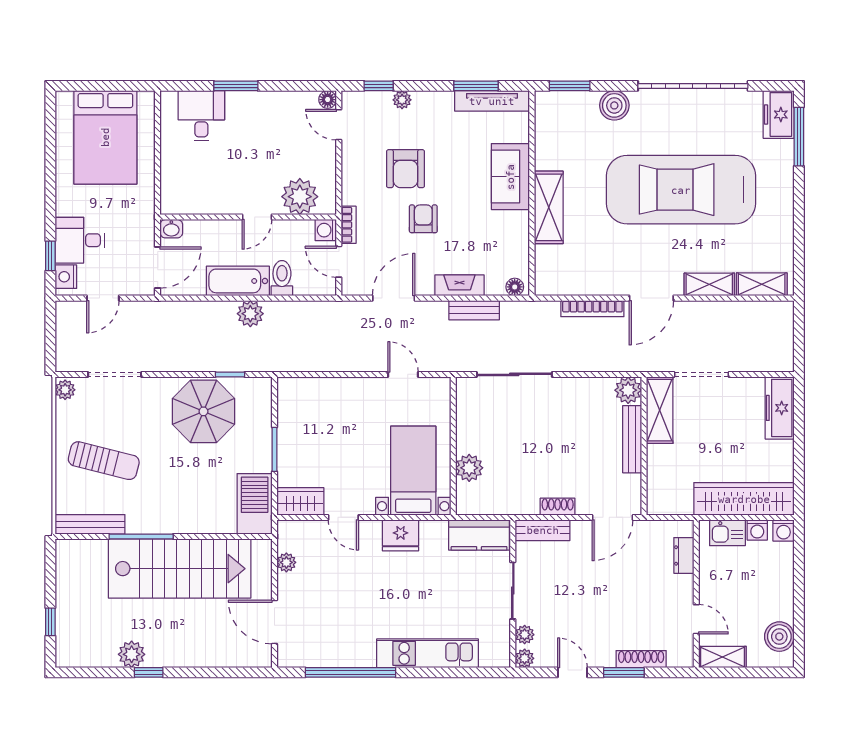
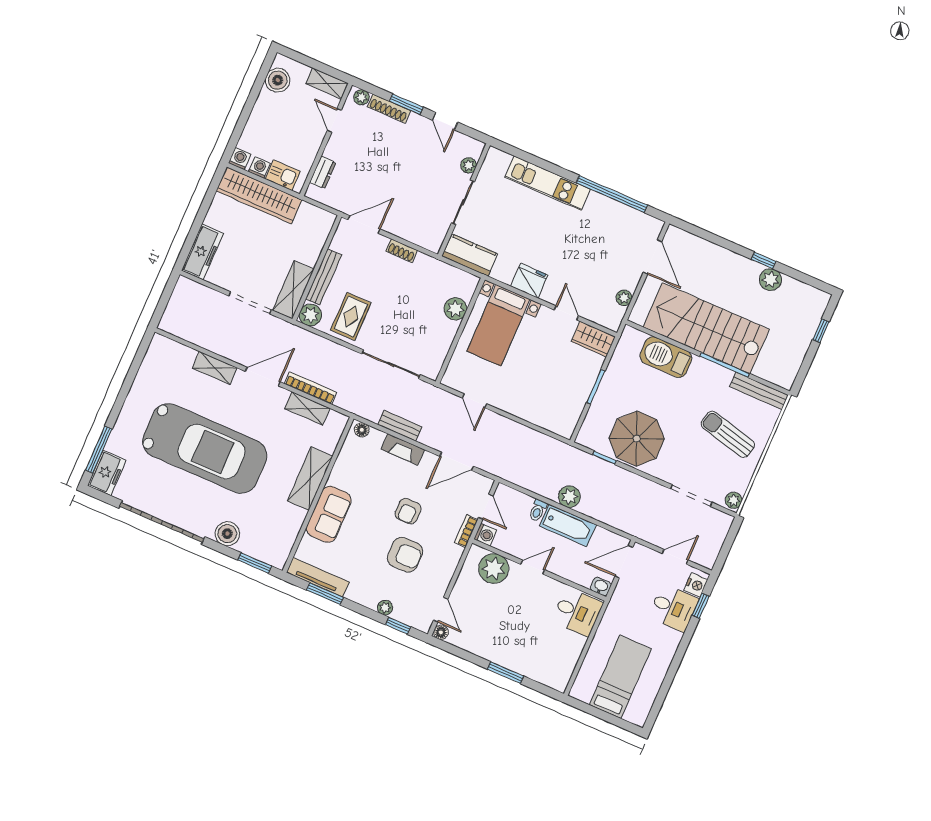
desk: (201, 116) -> (577, 612), moved, turned -90
bed: (105, 137) -> (620, 677), width x0.67
armchair: (405, 169) -> (405, 555), turned 90
toilet: (282, 278) -> (538, 510), width x0.73, depth x0.72
shelving: (762, 284) -> (307, 408), moved
rug: (582, 408) -> (351, 316), added
barbecue: (255, 504) -> (666, 357), moved, turned 90
bench: (543, 530) -> (421, 238), removed
plant: (525, 658) -> (361, 97), moved

